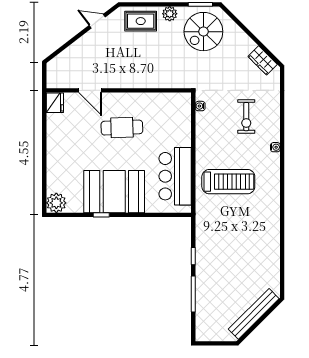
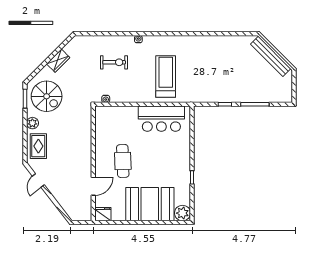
wardrobe: (263, 60) -> (58, 61), moved
booth: (114, 192) -> (150, 204), moved, turned 90

